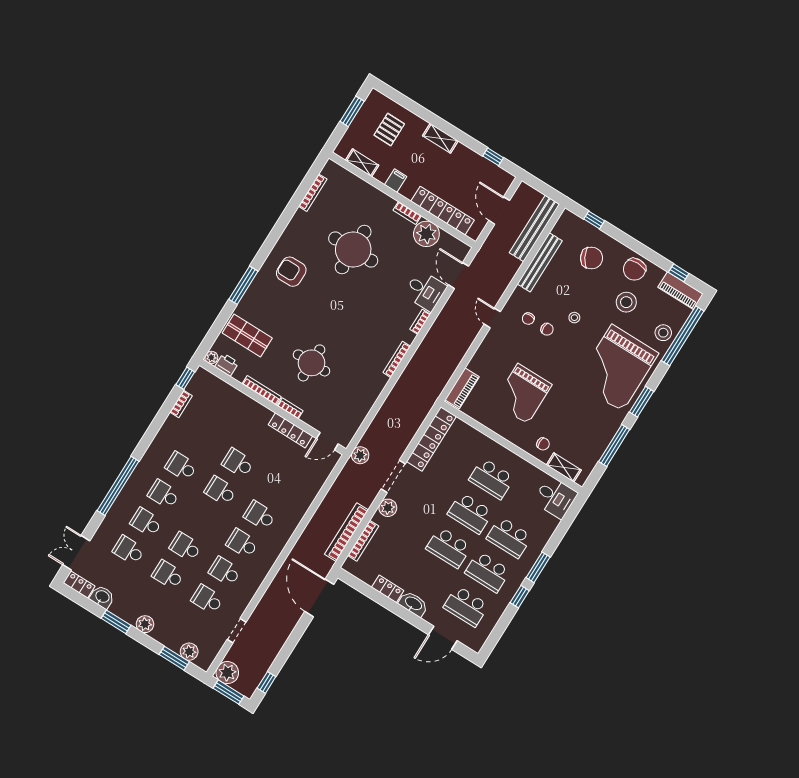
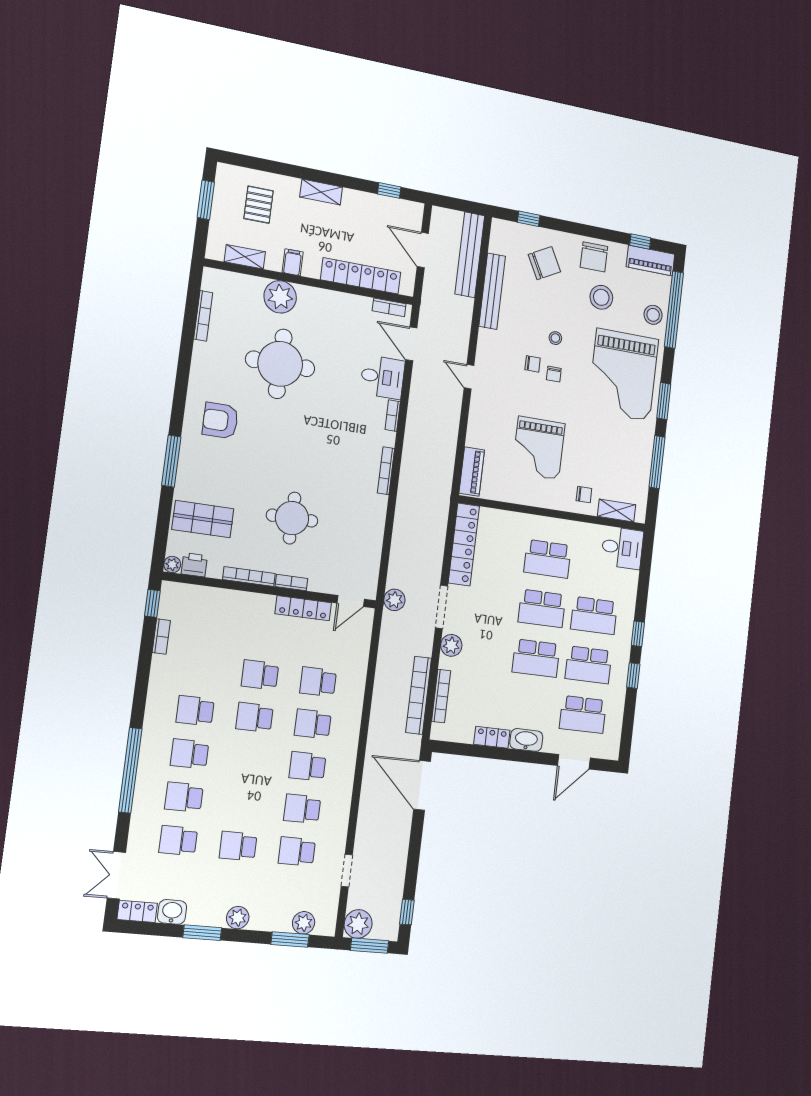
bookcase: (407, 213) -> (389, 307), moved
plant: (426, 234) -> (280, 297), moved
chair: (528, 319) -> (554, 374), moved
school desk: (185, 547) -> (318, 682), moved
window: (538, 567) -> (638, 634), width x0.67

